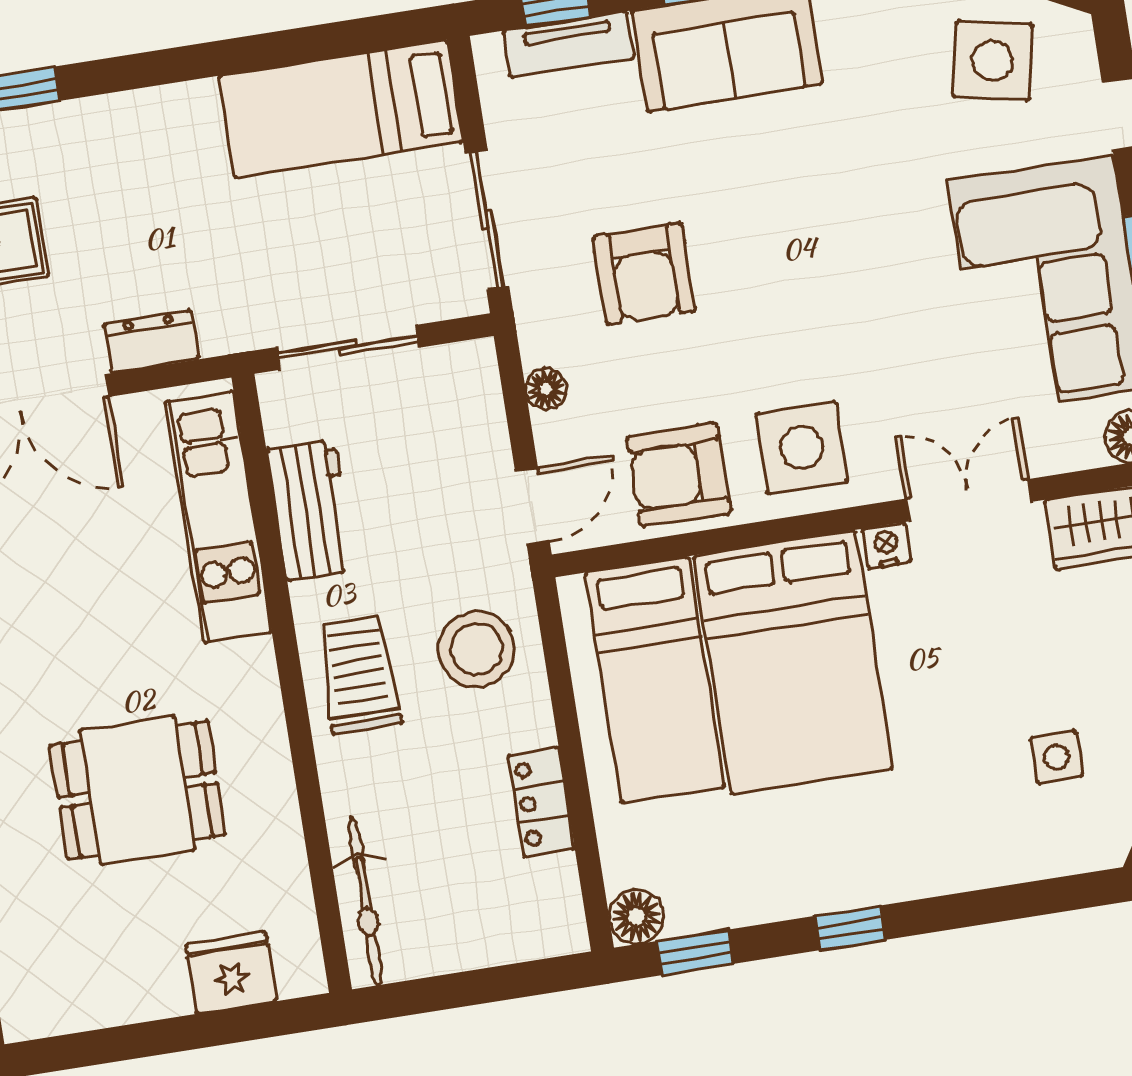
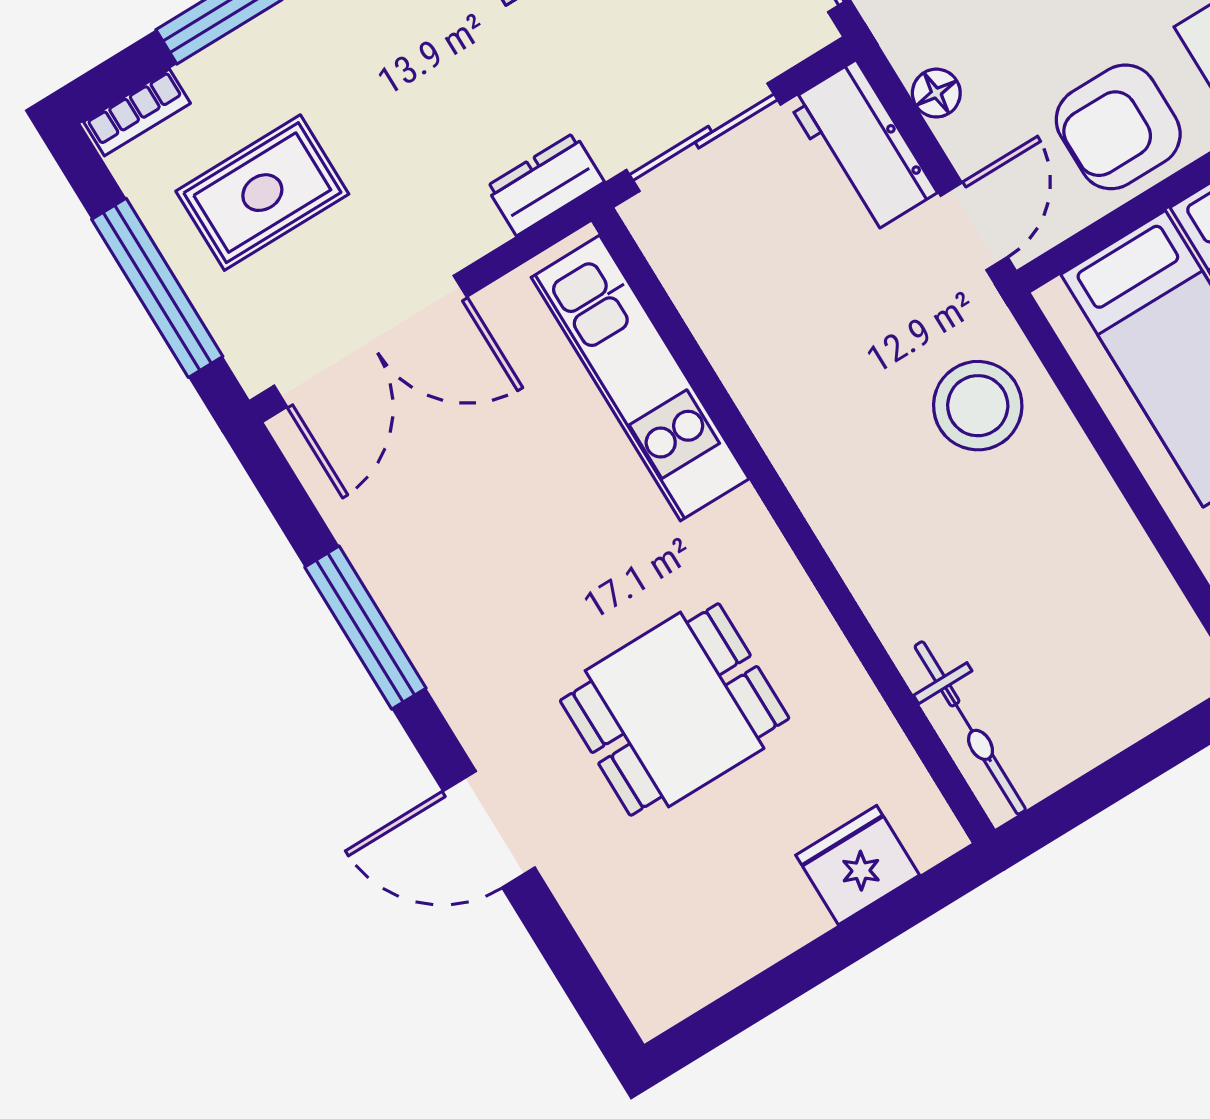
dresser: (151, 342) -> (545, 184), moved
workbench: (311, 510) -> (862, 147), moved, turned 180
trolley: (359, 675) -> (862, 486), removed
locker: (541, 802) -> (1116, 542), removed

